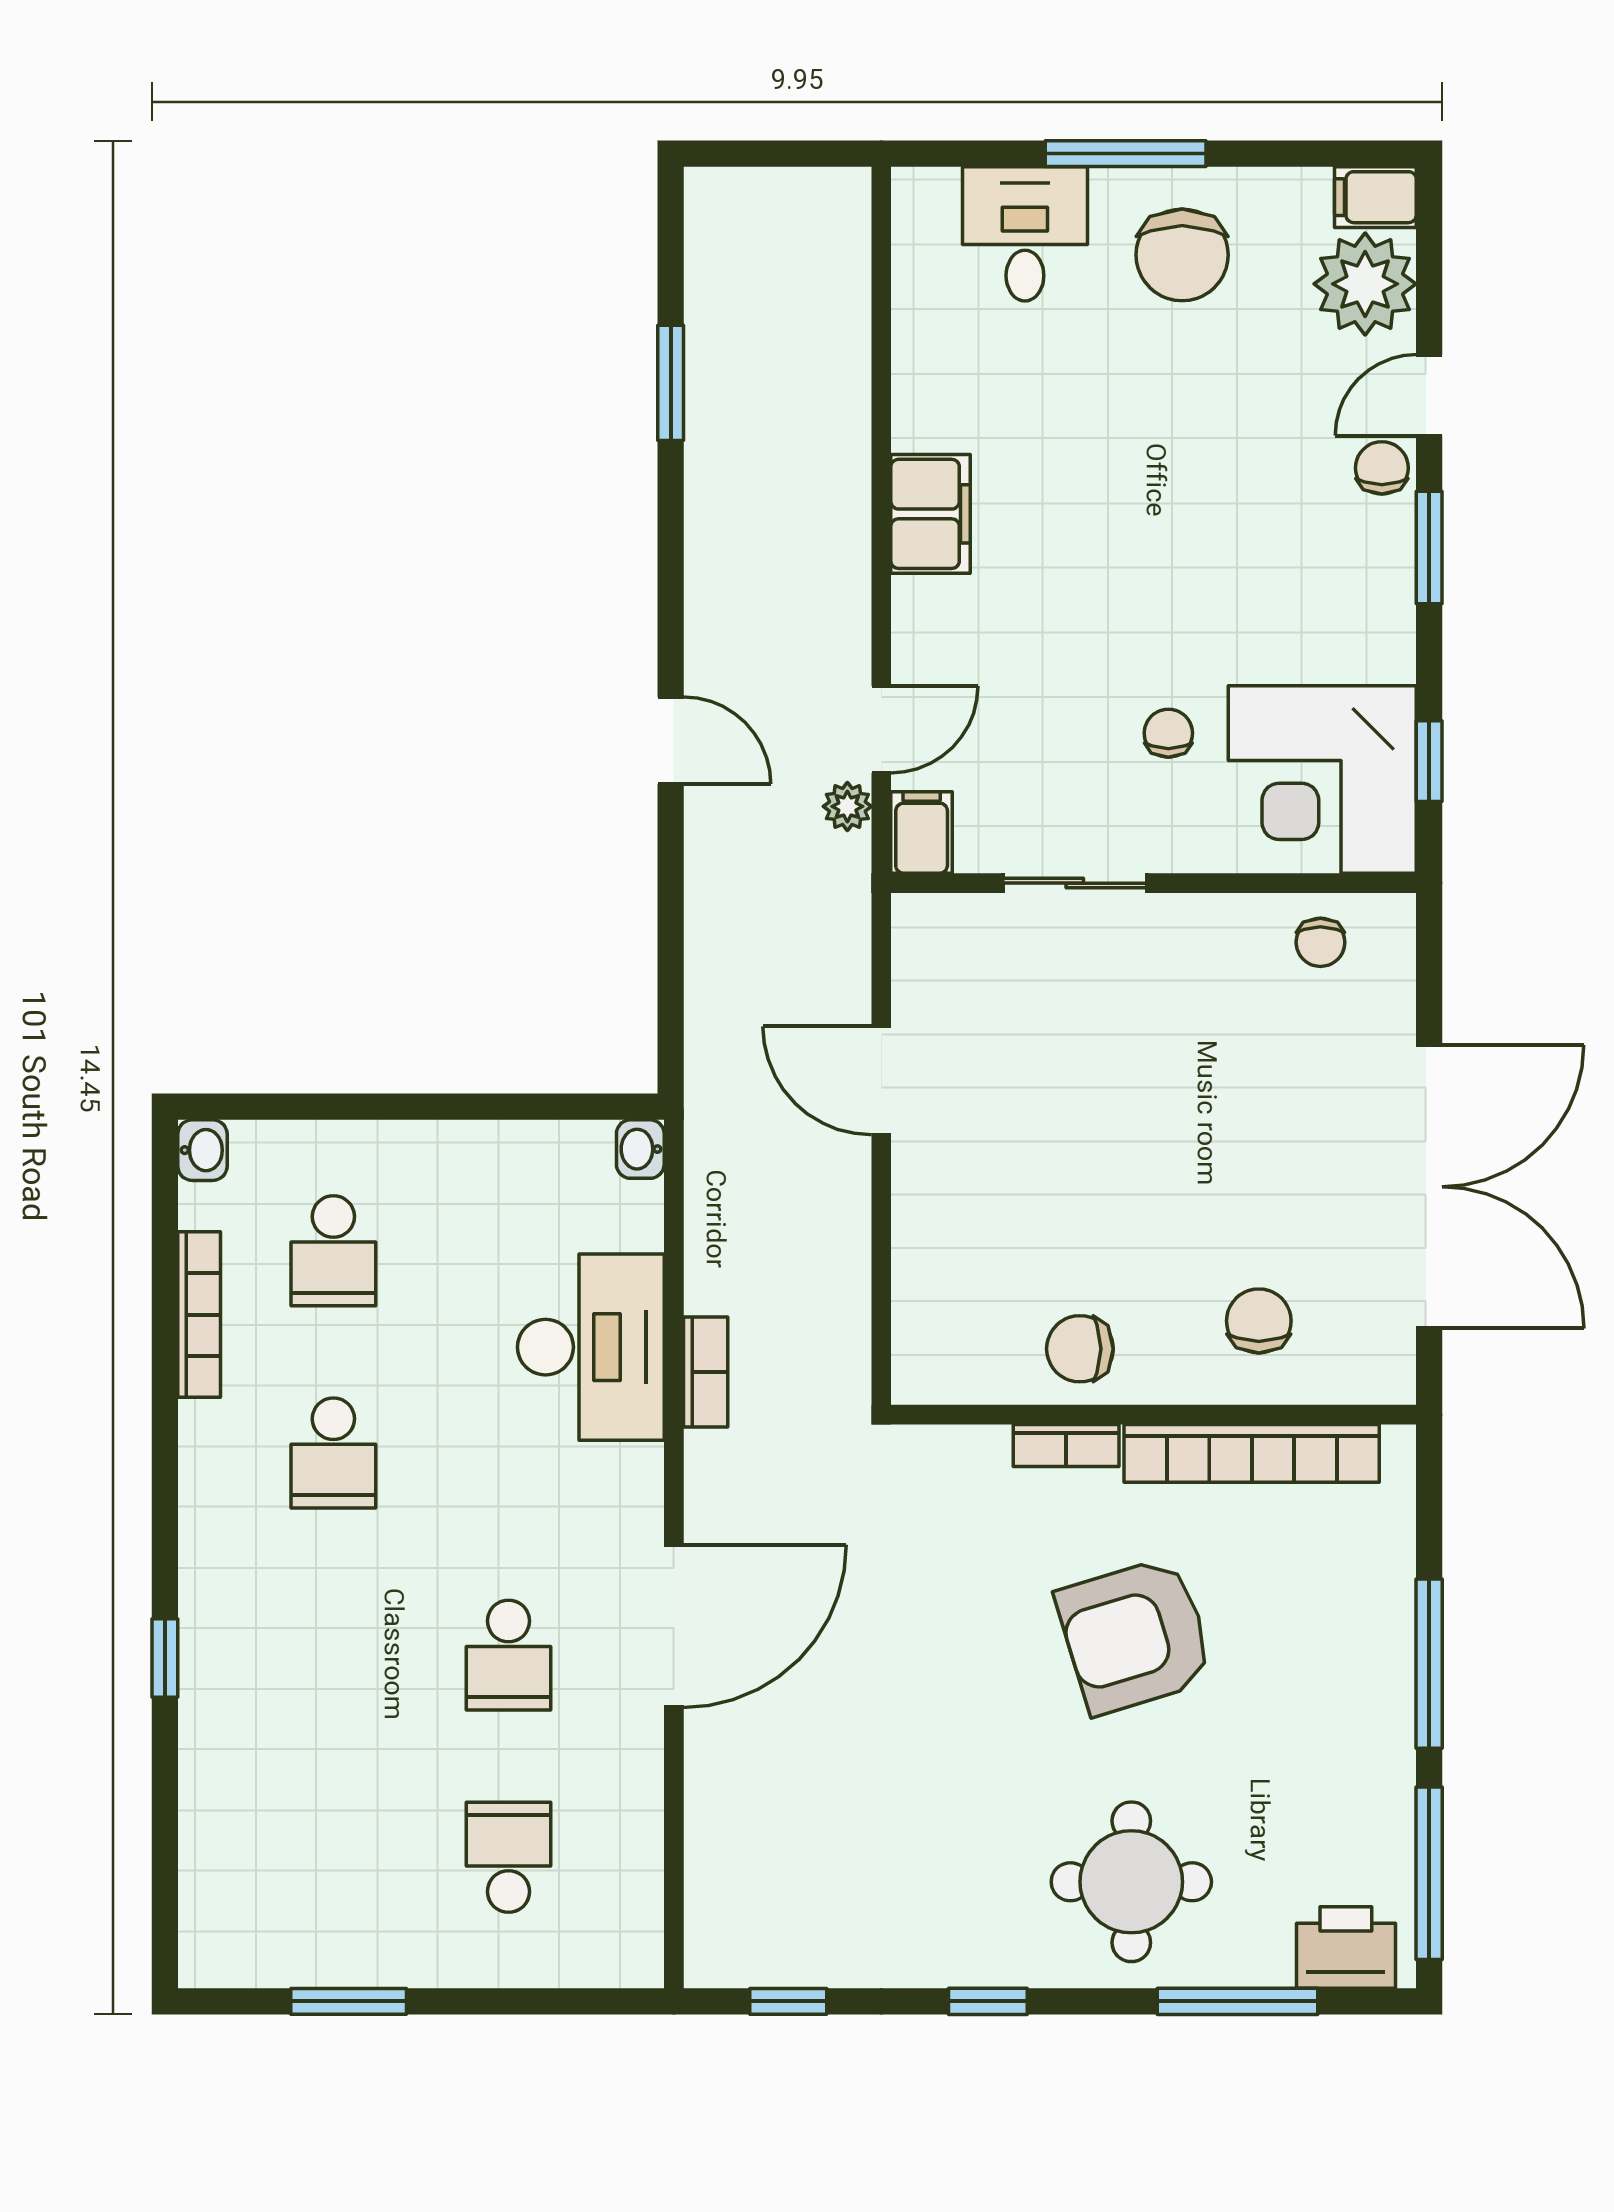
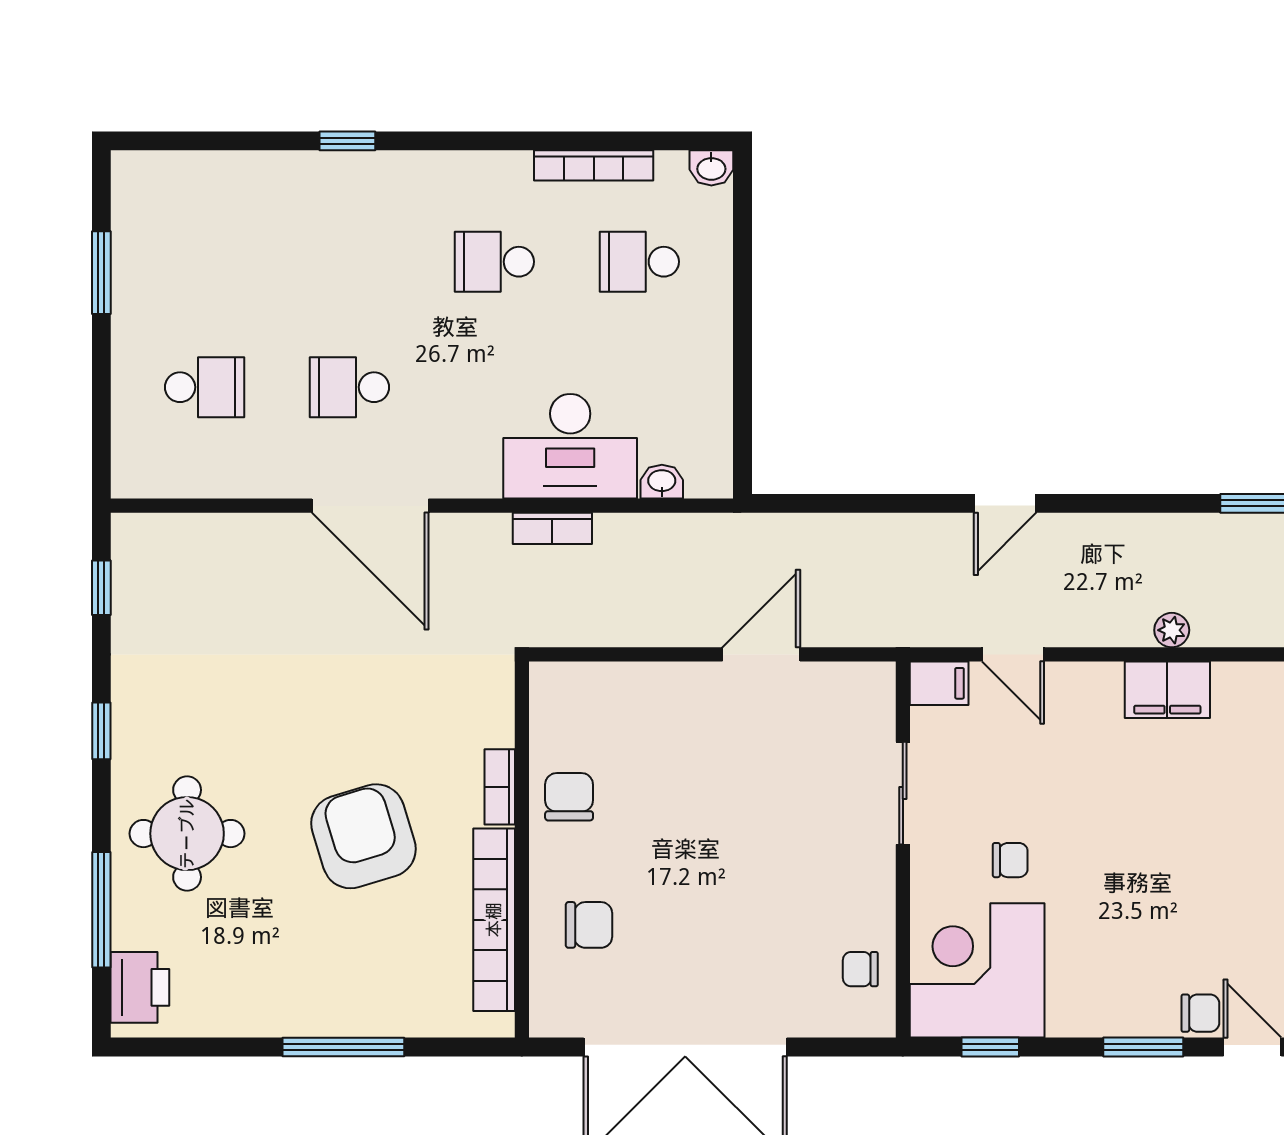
plant: (847, 806) -> (1172, 630), moved
washbasin: (640, 1149) -> (662, 482), moved
window: (1429, 1873) -> (193, 1047), removed

